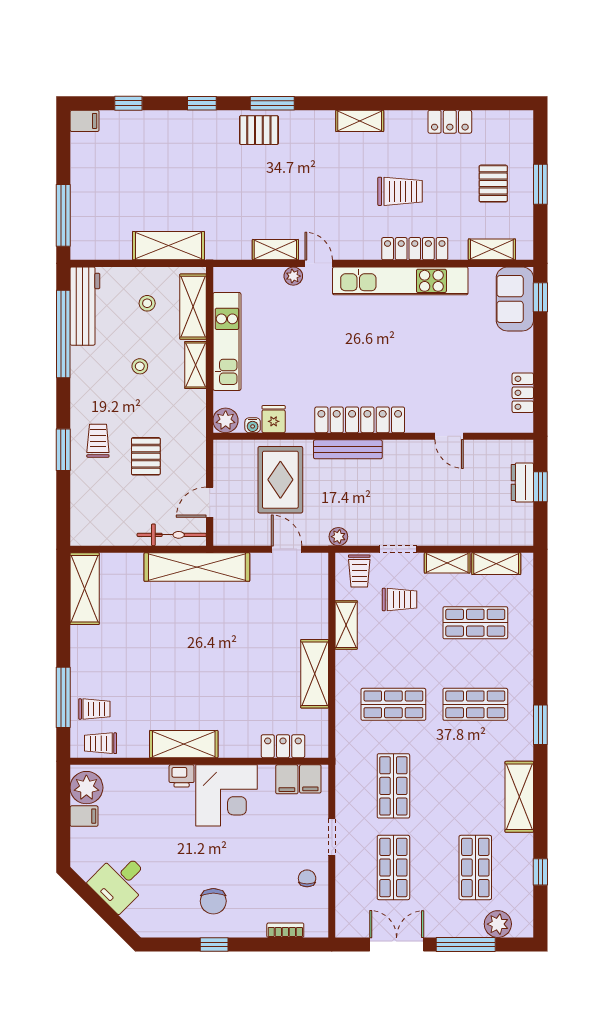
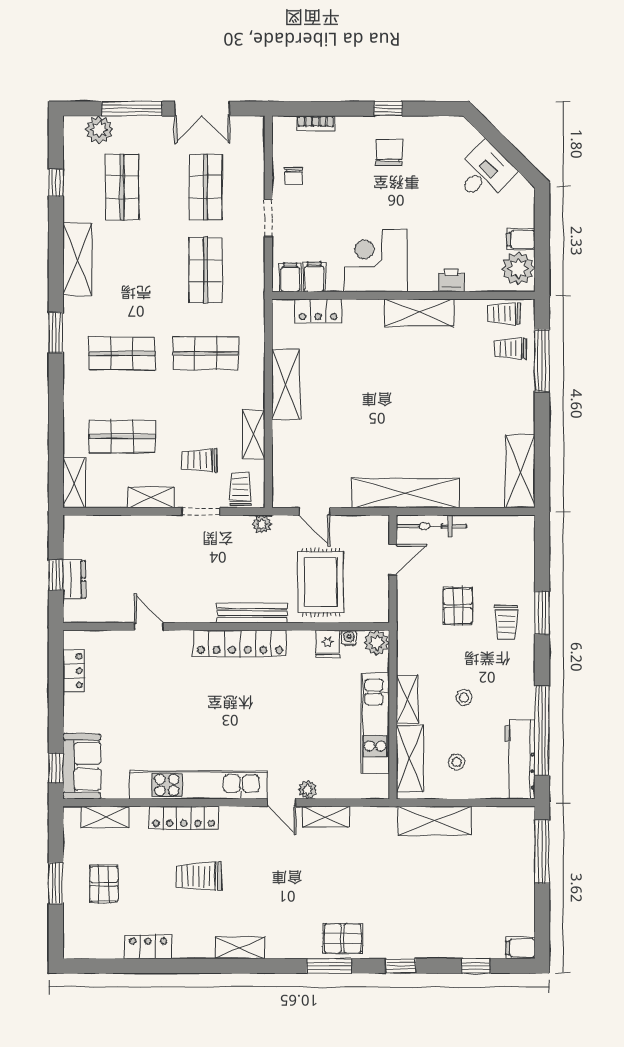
shelving: (496, 564) -> (74, 483), moved, turned 90
trolley: (101, 743) -> (504, 314), turned 180
printer: (182, 776) -> (451, 280), moved

